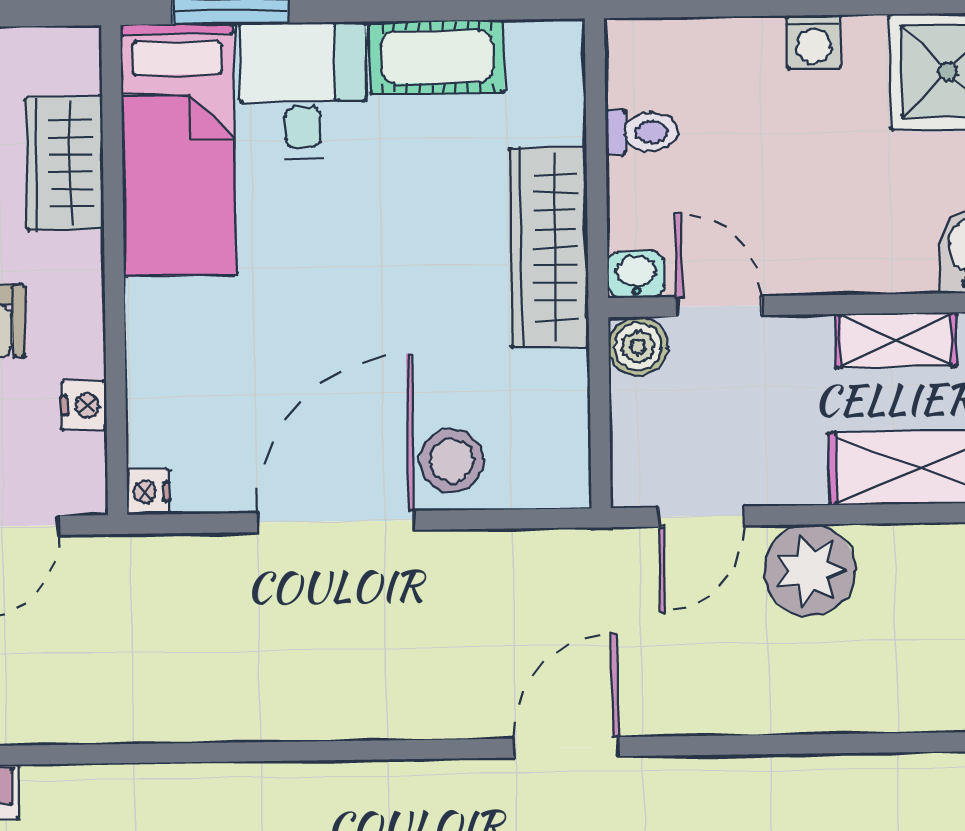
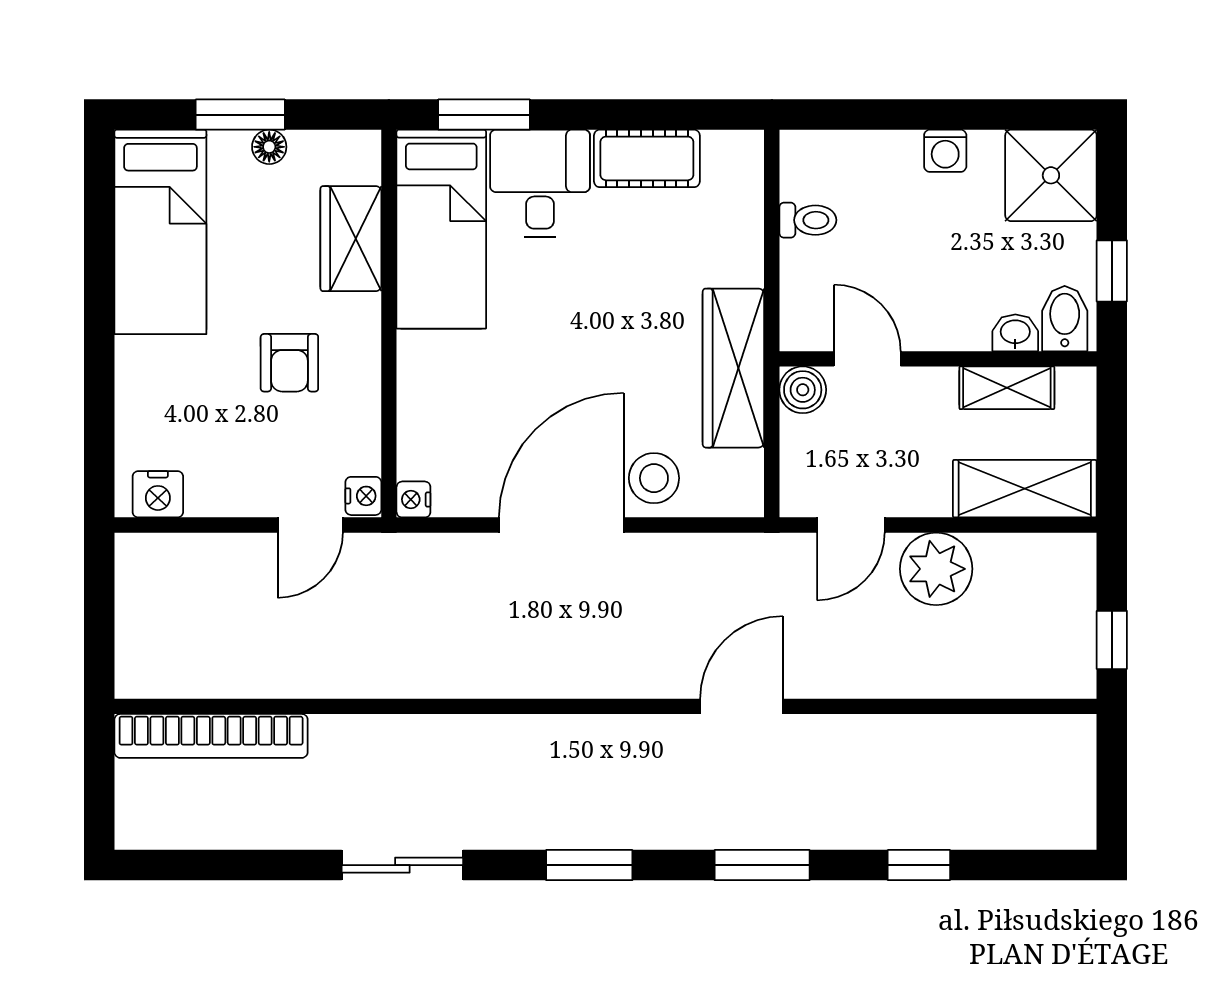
wardrobe: (549, 247) -> (733, 368), moved
washbasin: (636, 274) -> (1015, 333), moved
nightstand: (84, 405) -> (363, 496), moved

